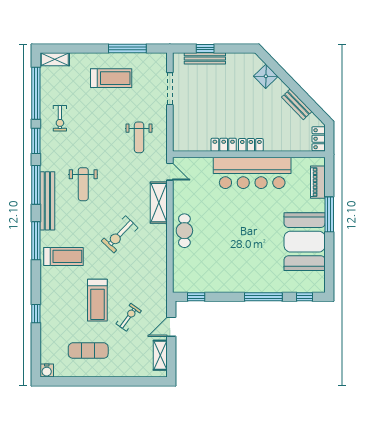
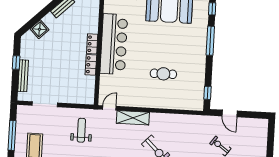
window: (205, 48) -> (16, 63), moved
weight bench: (139, 137) -> (81, 130), turned -90
cafe table: (184, 231) -> (163, 74), moved
shelving: (160, 355) -> (251, 123), removed

